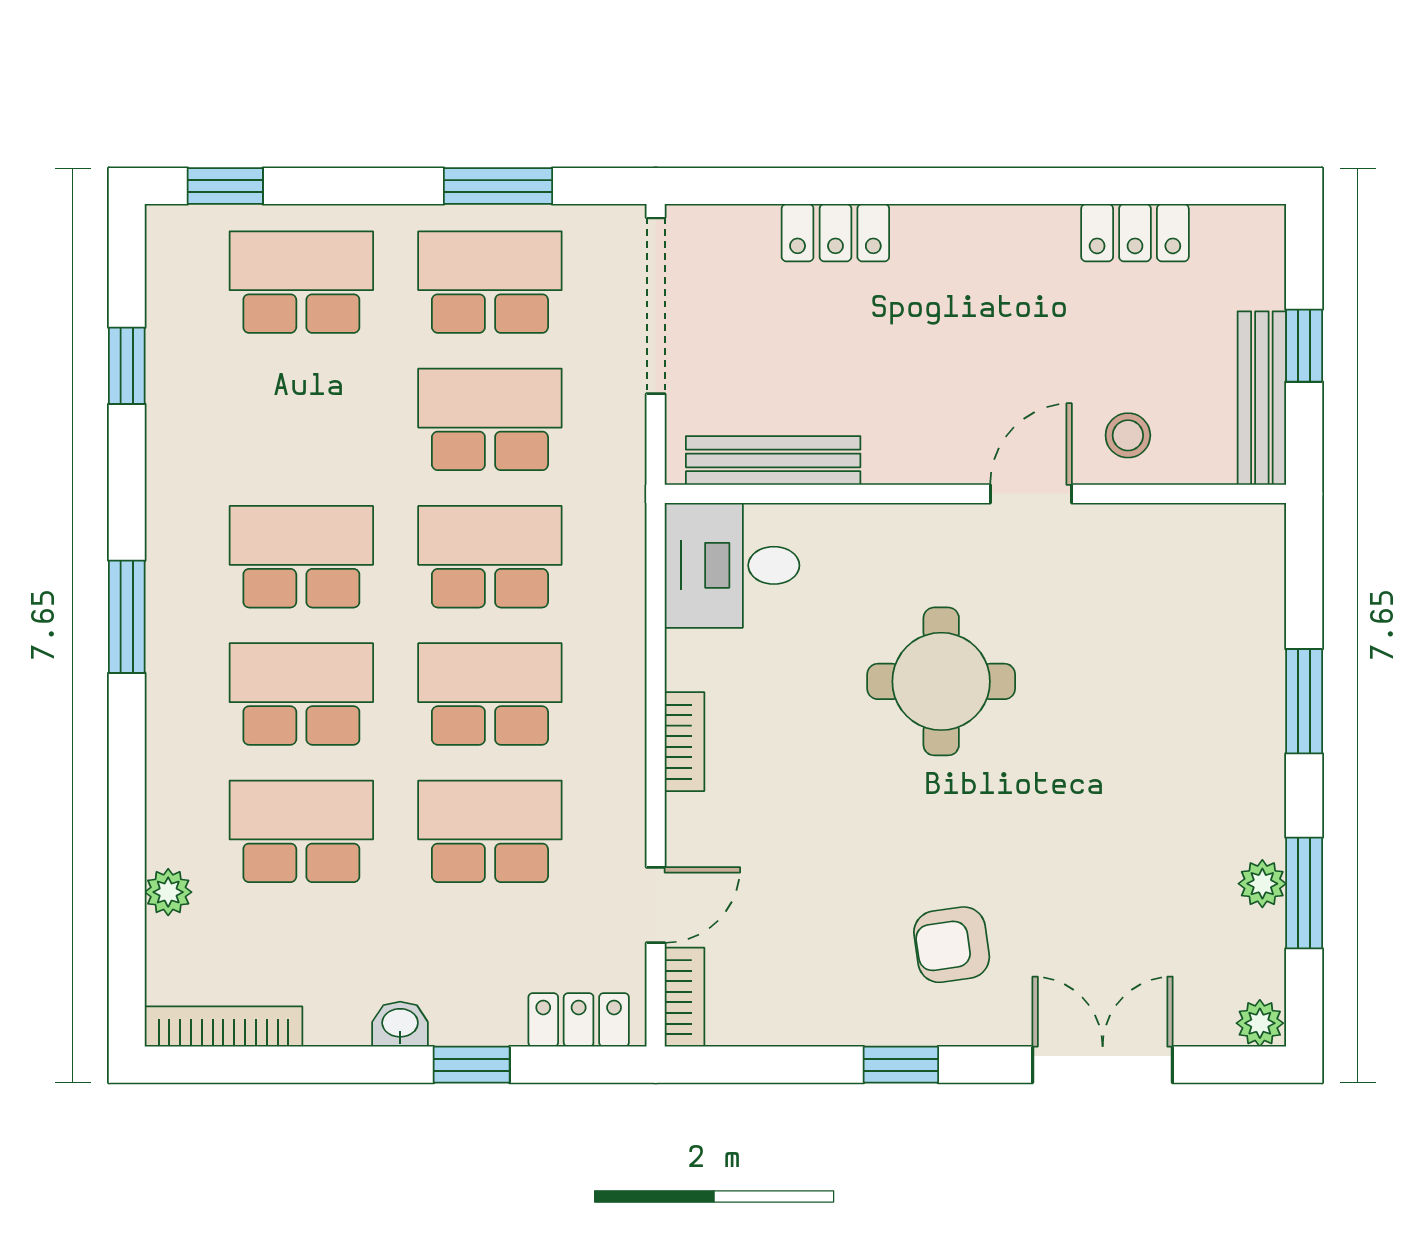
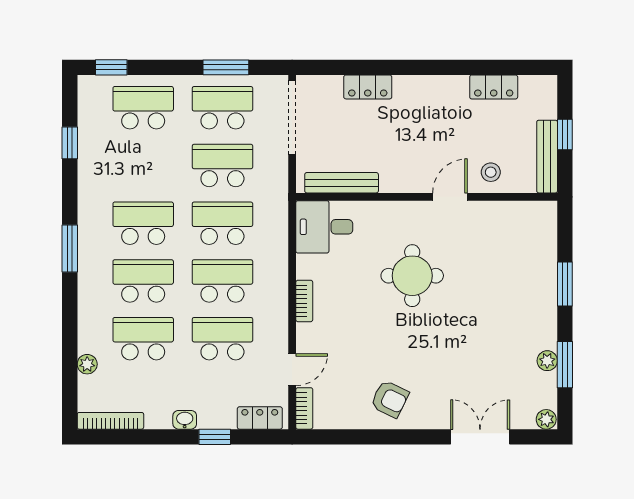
armchair: (952, 945) -> (390, 399), moved, turned -146
window: (901, 1065) -> (395, 437), removed

